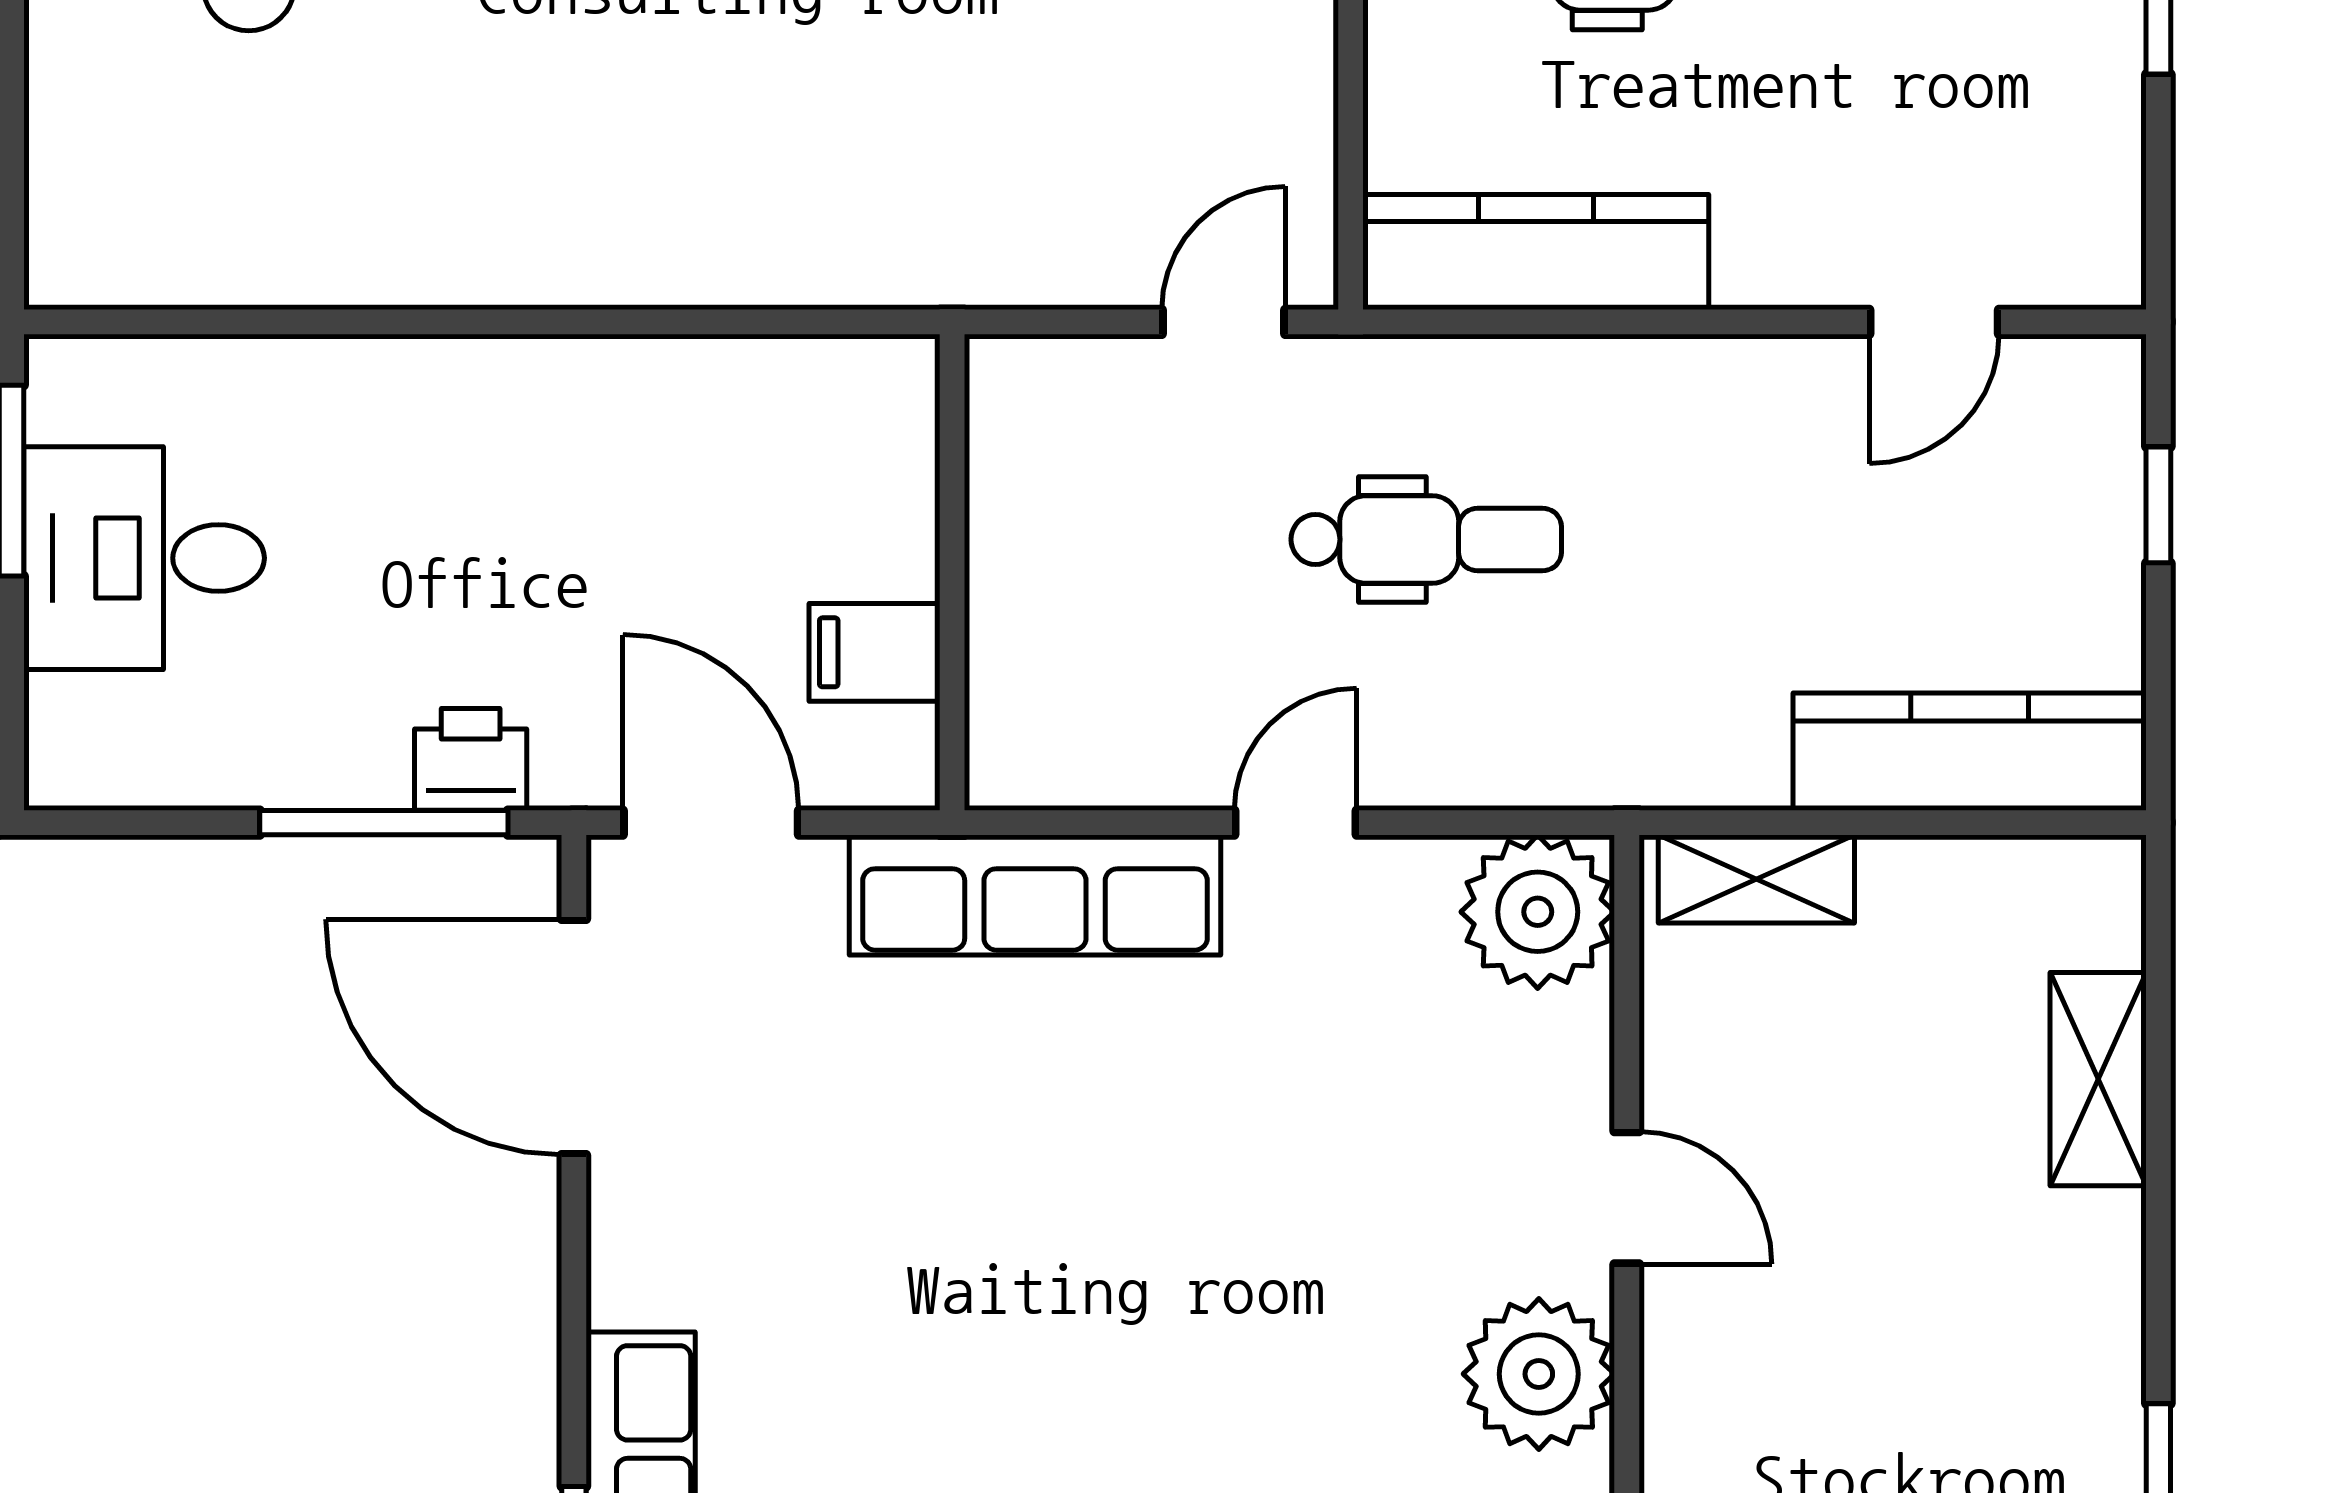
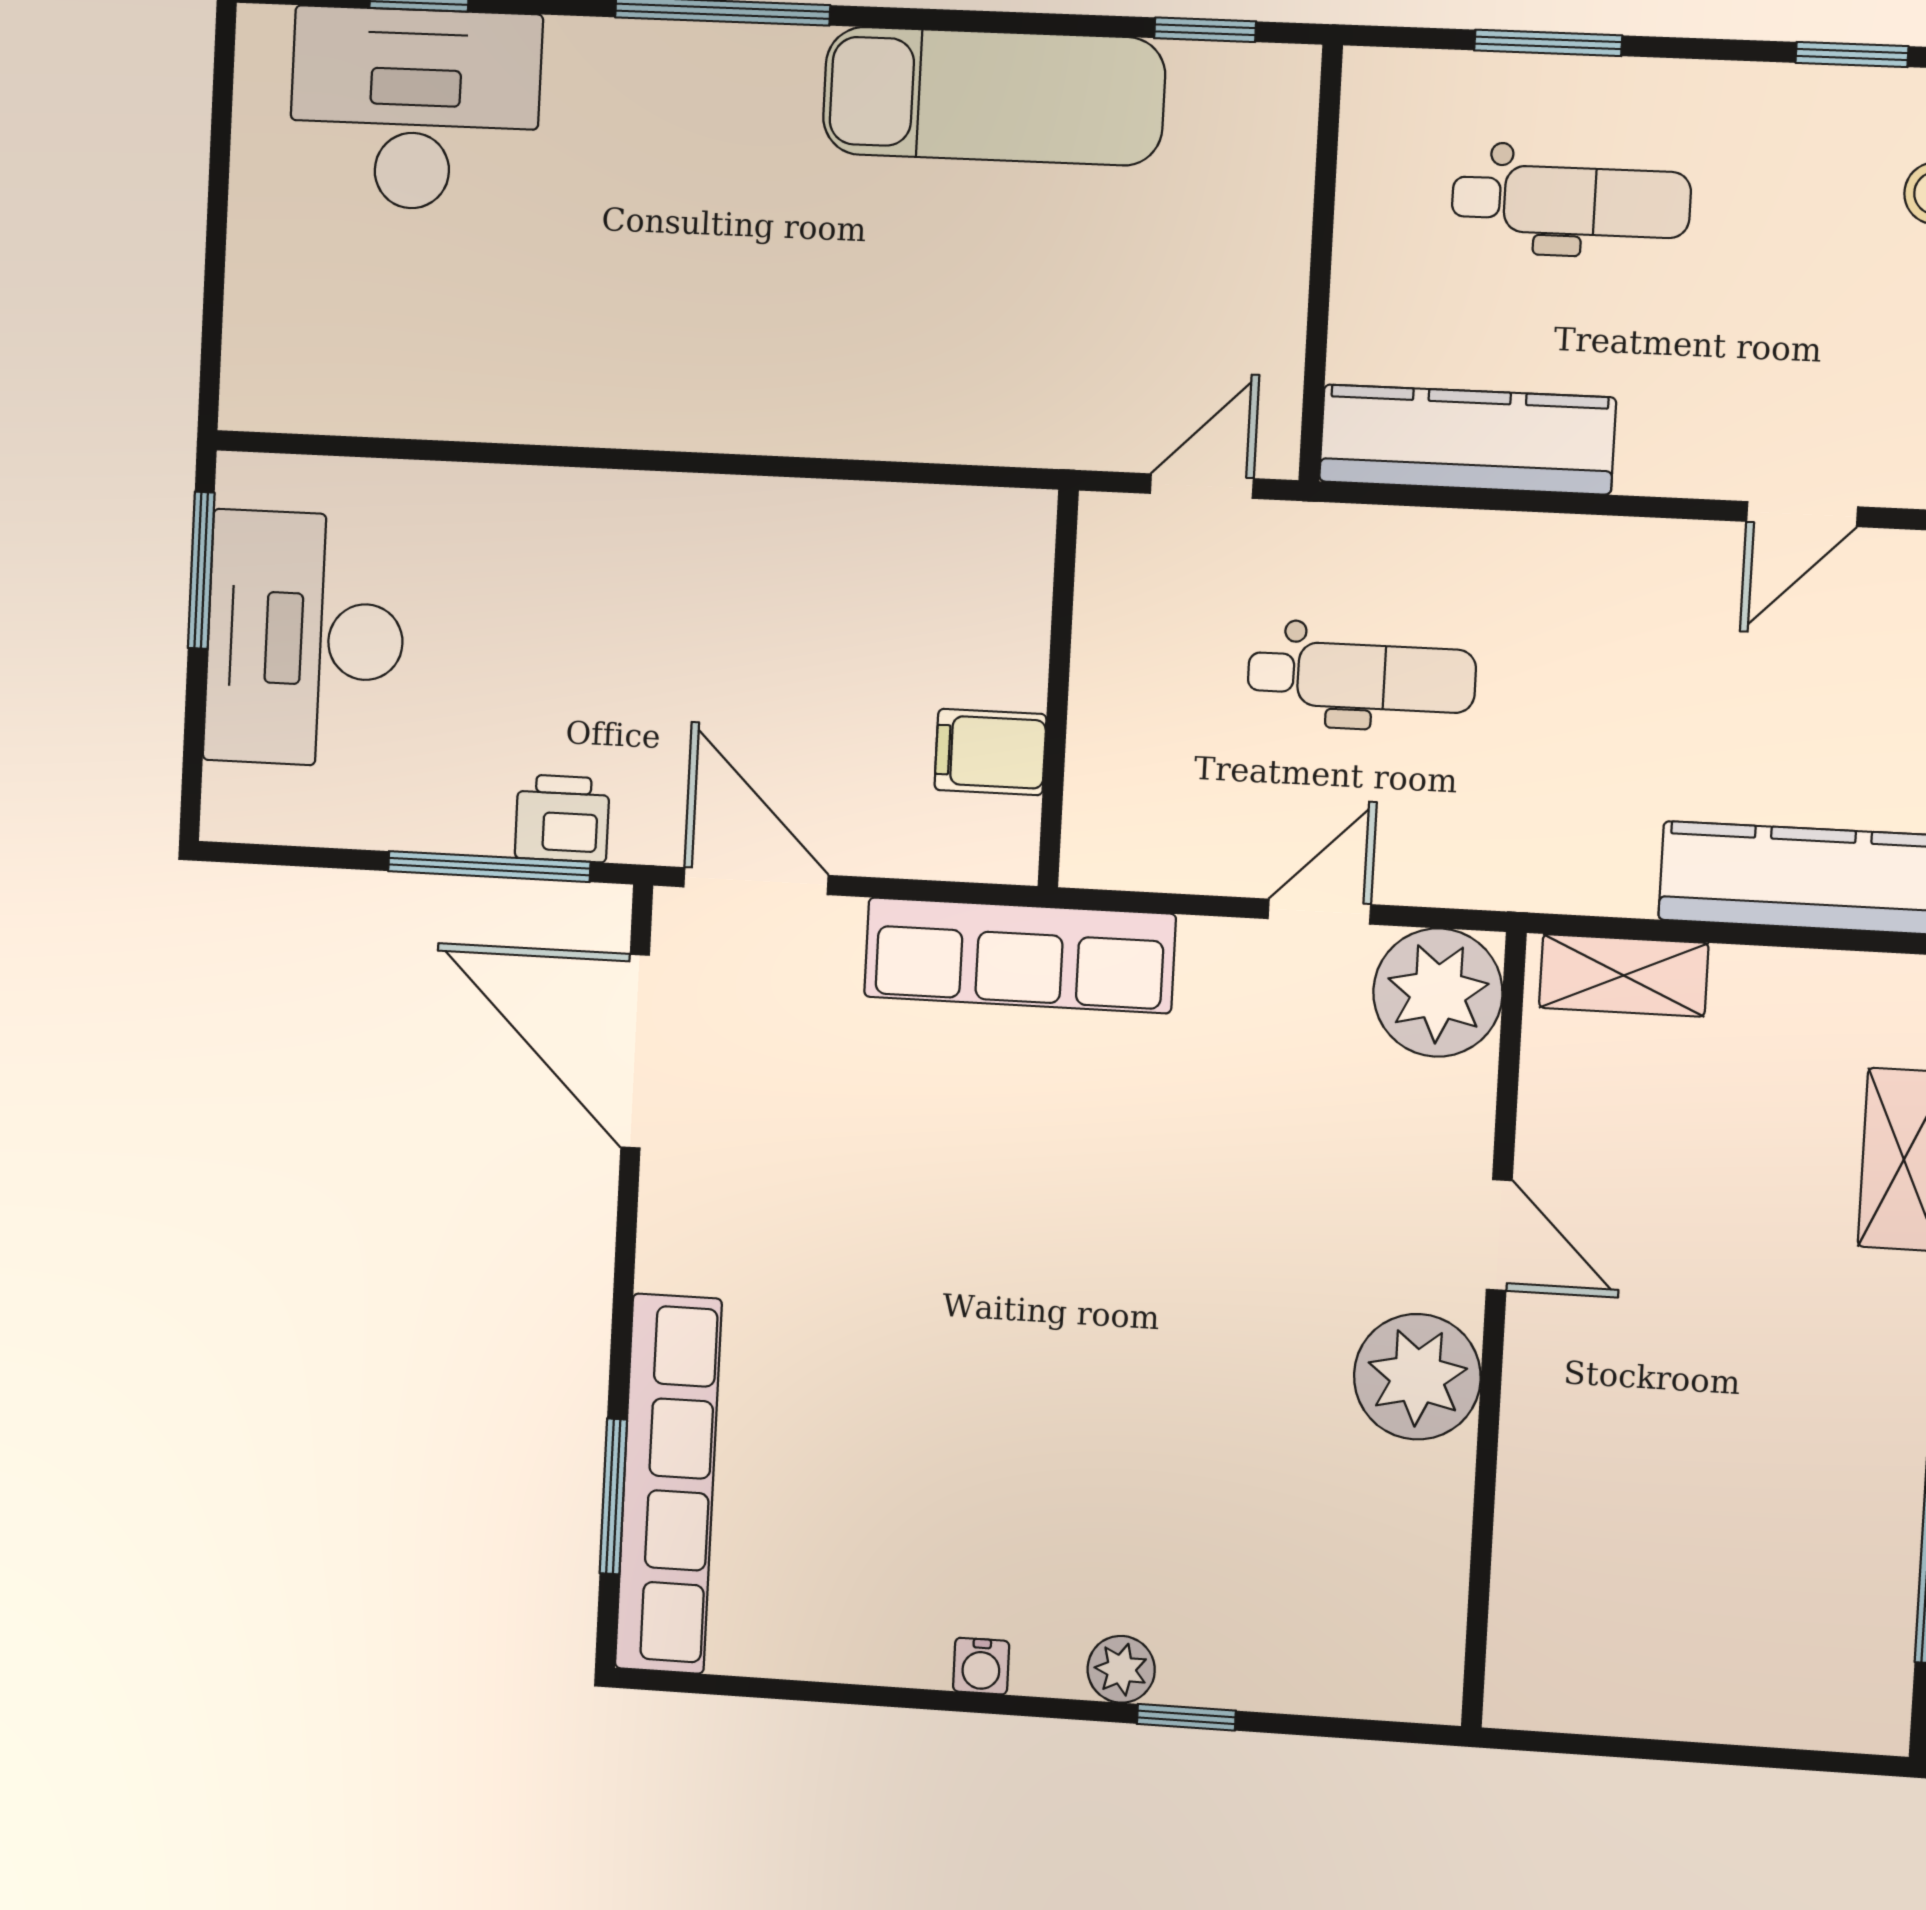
desk: (144, 558) -> (305, 639), width x1.37
wall: (952, 572) -> (1058, 689), moved
filing cabinet: (874, 652) -> (990, 752), moved
door: (1295, 823) -> (1319, 912), moved

